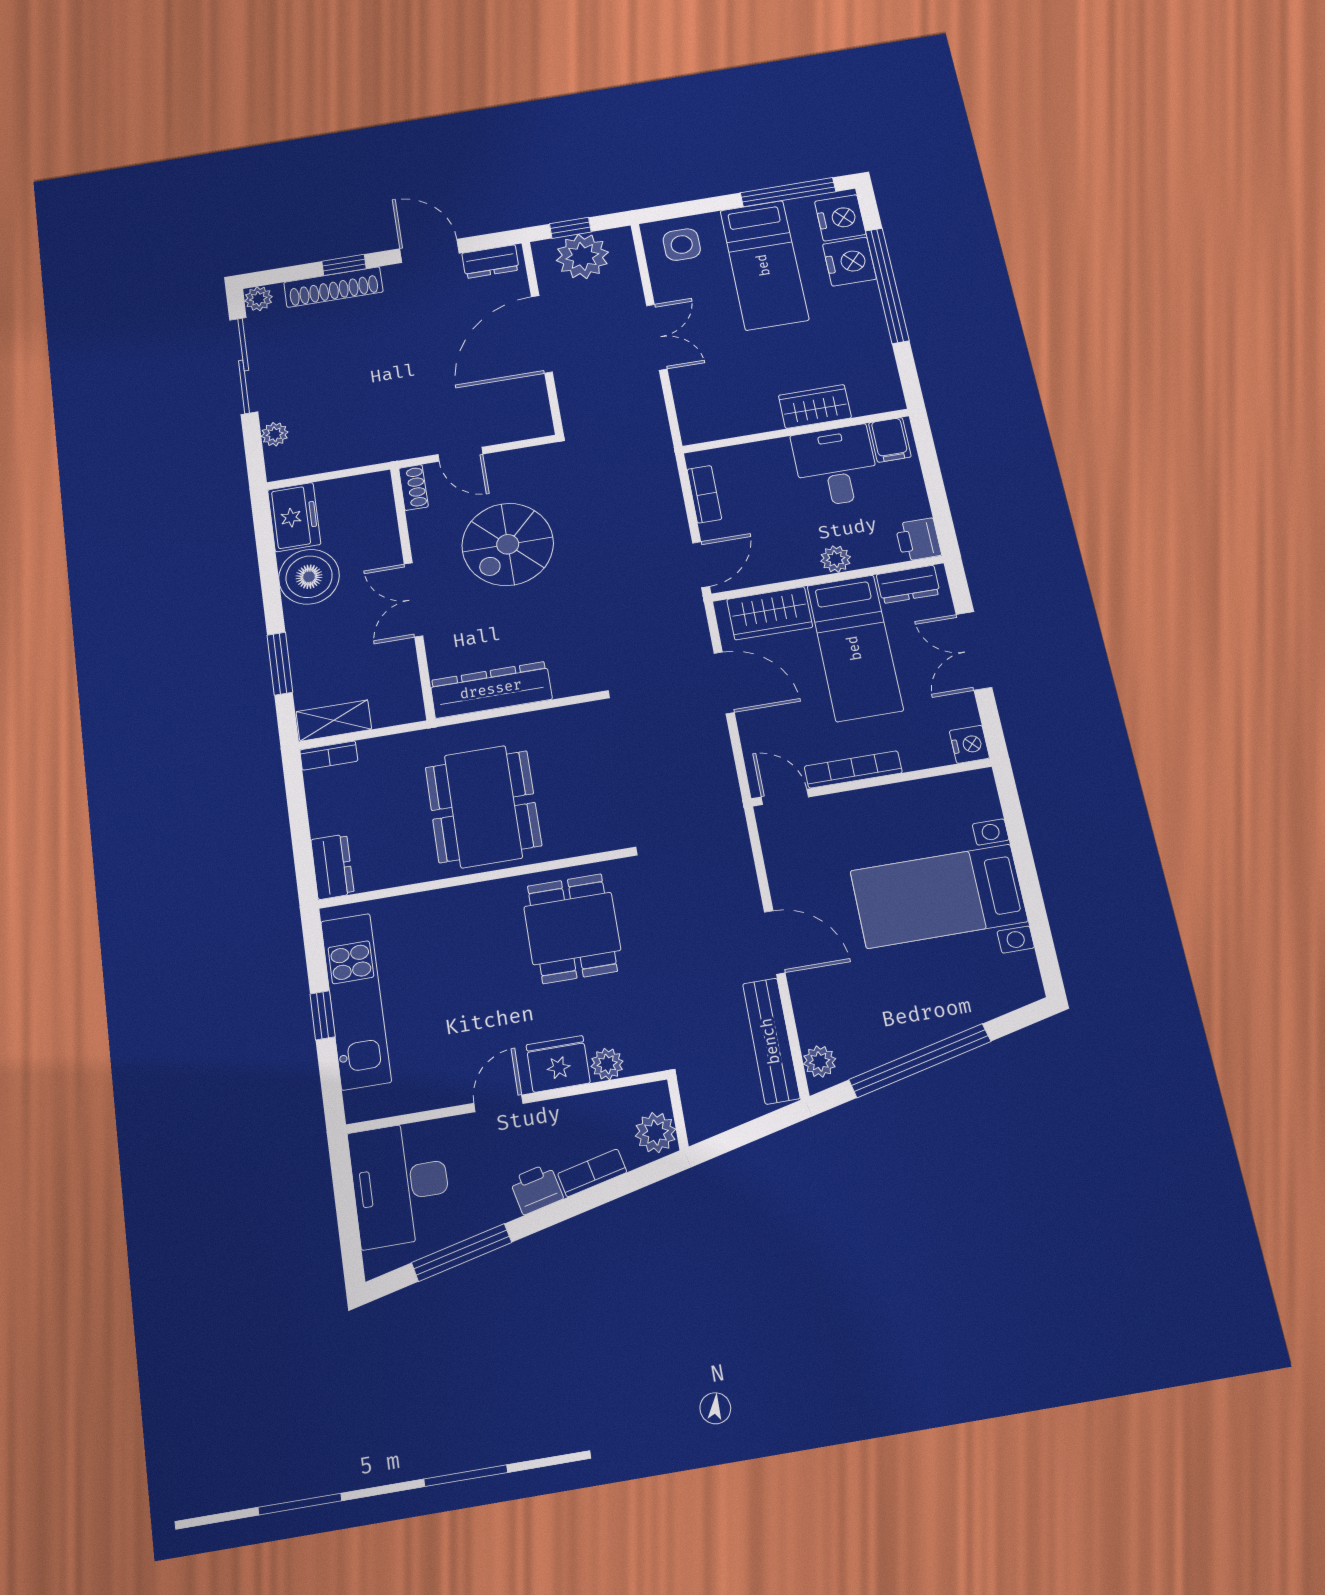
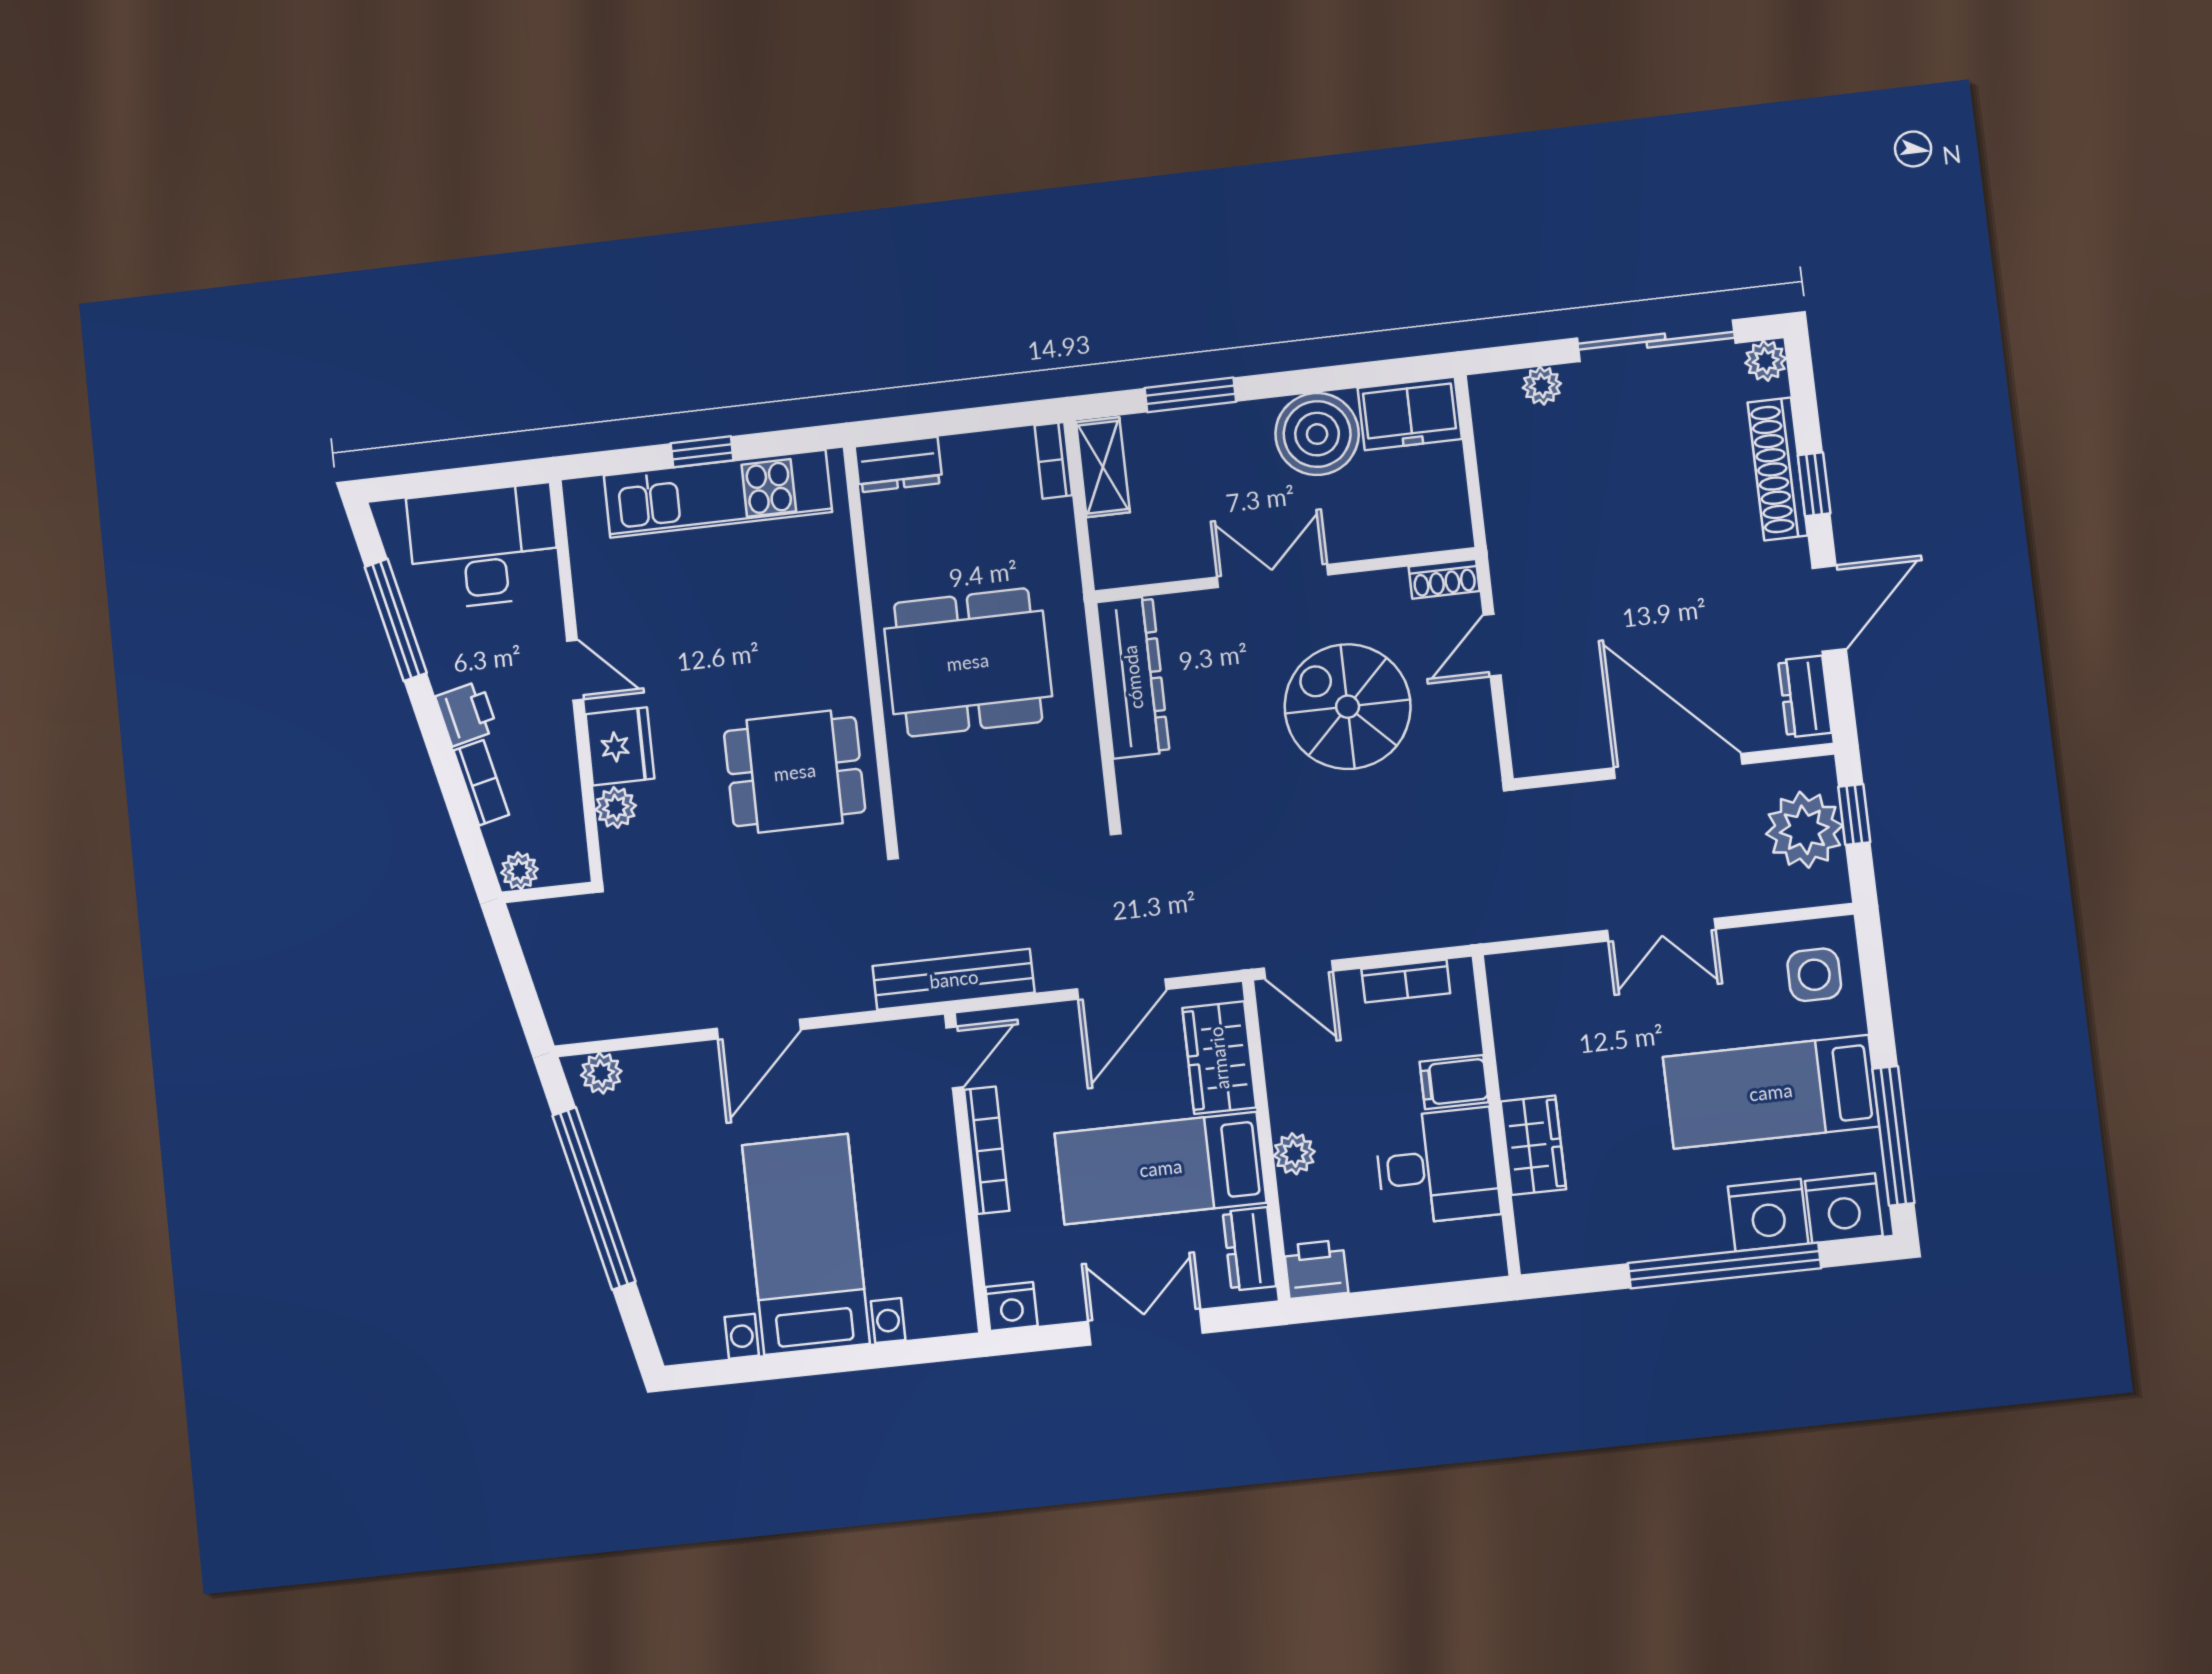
filing cabinet: (890, 440) -> (1454, 1082), moved
bench: (771, 1041) -> (954, 979), moved
plant: (656, 1133) -> (520, 871), width x0.73, depth x0.73

